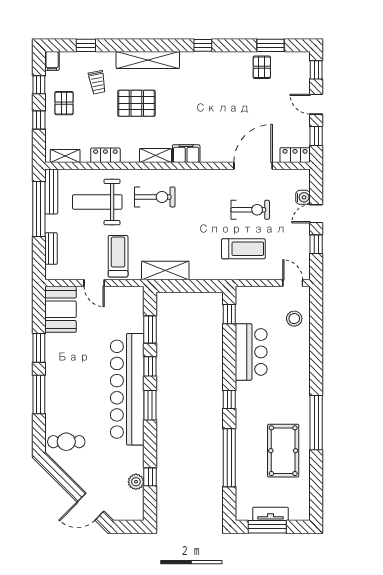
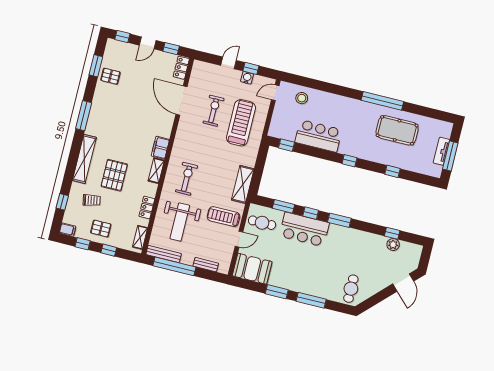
window: (203, 45) -> (84, 116), width x2.17
water cooler: (303, 197) -> (247, 78), moved
door: (316, 214) -> (228, 63), swing flipped
treadmill: (243, 249) -> (241, 123), width x1.37, depth x1.38
cafe table: (122, 307) -> (262, 223), added
bar counter: (127, 389) -> (304, 229), width x0.54
window: (229, 458) -> (392, 171), width x0.32

